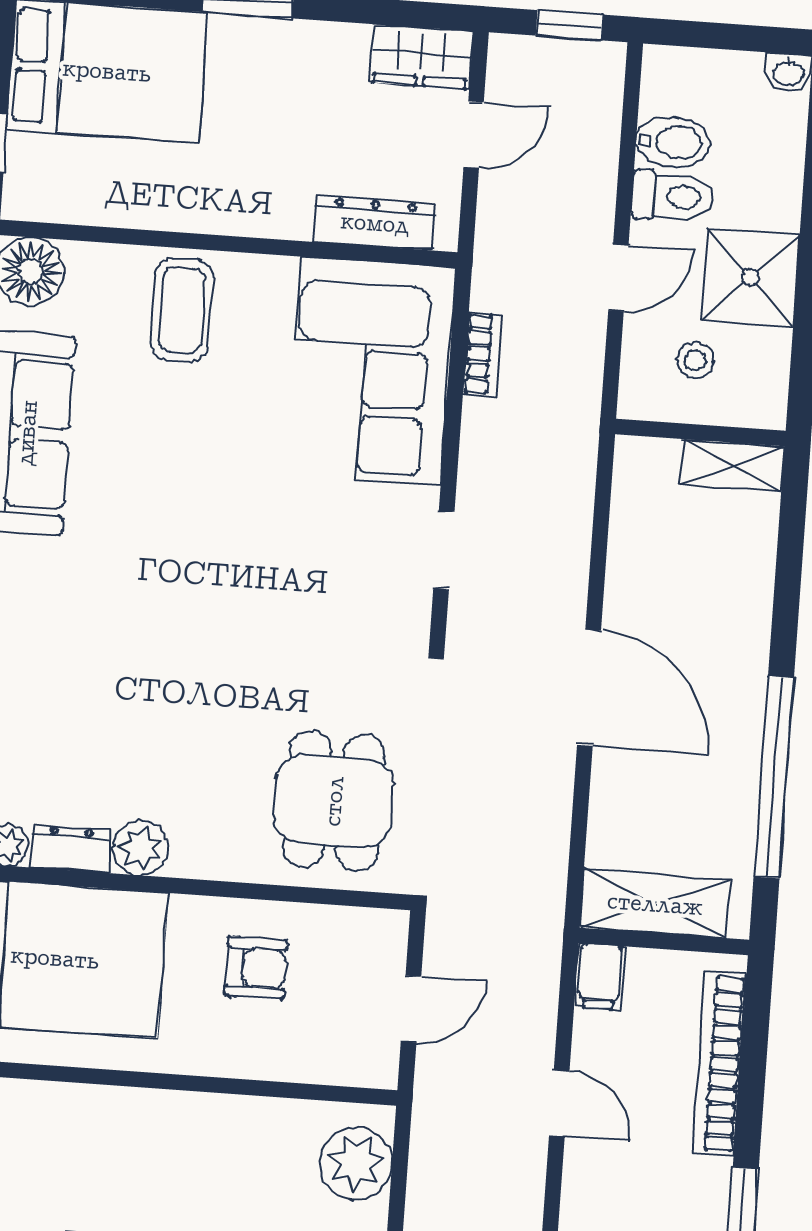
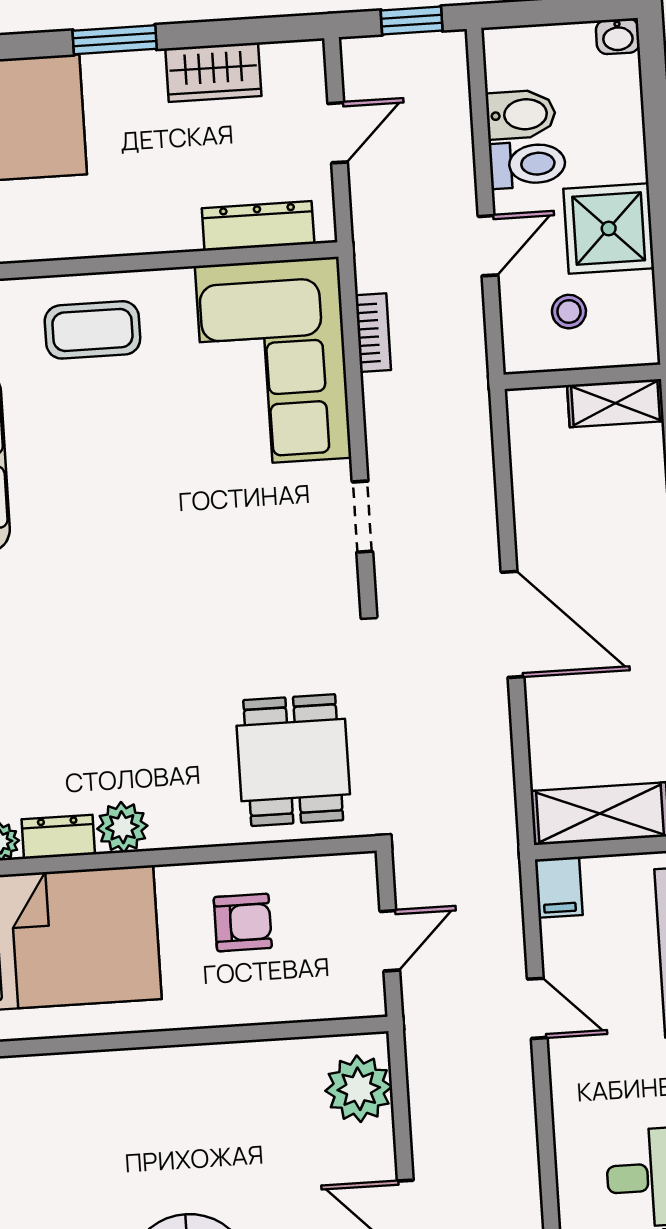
wardrobe: (421, 57) -> (213, 72), moved
coffee table: (182, 310) -> (92, 330), turned 90

